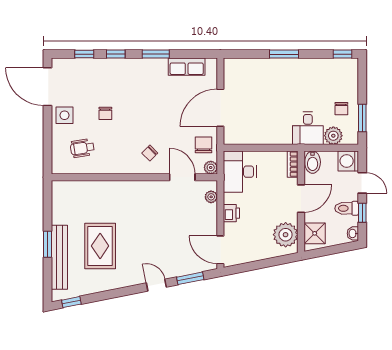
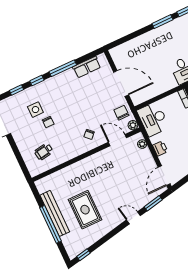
window: (156, 54) -> (63, 68), width x1.44
window: (284, 54) -> (162, 22), moved
door: (220, 108) -> (121, 83), swing flipped
side table: (64, 115) -> (35, 110), moved
window: (48, 244) -> (50, 224), width x2.11
door: (220, 250) -> (164, 176), hinge flipped
bench: (59, 257) -> (55, 213), moved

